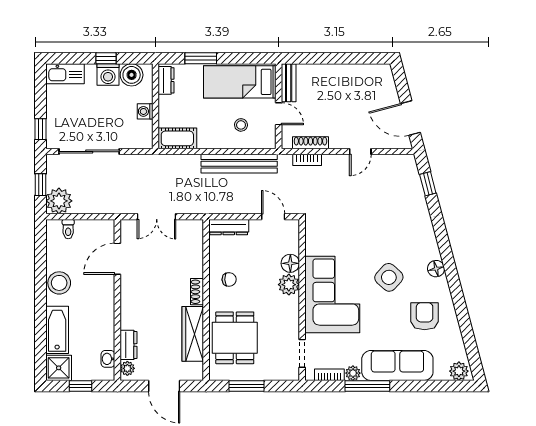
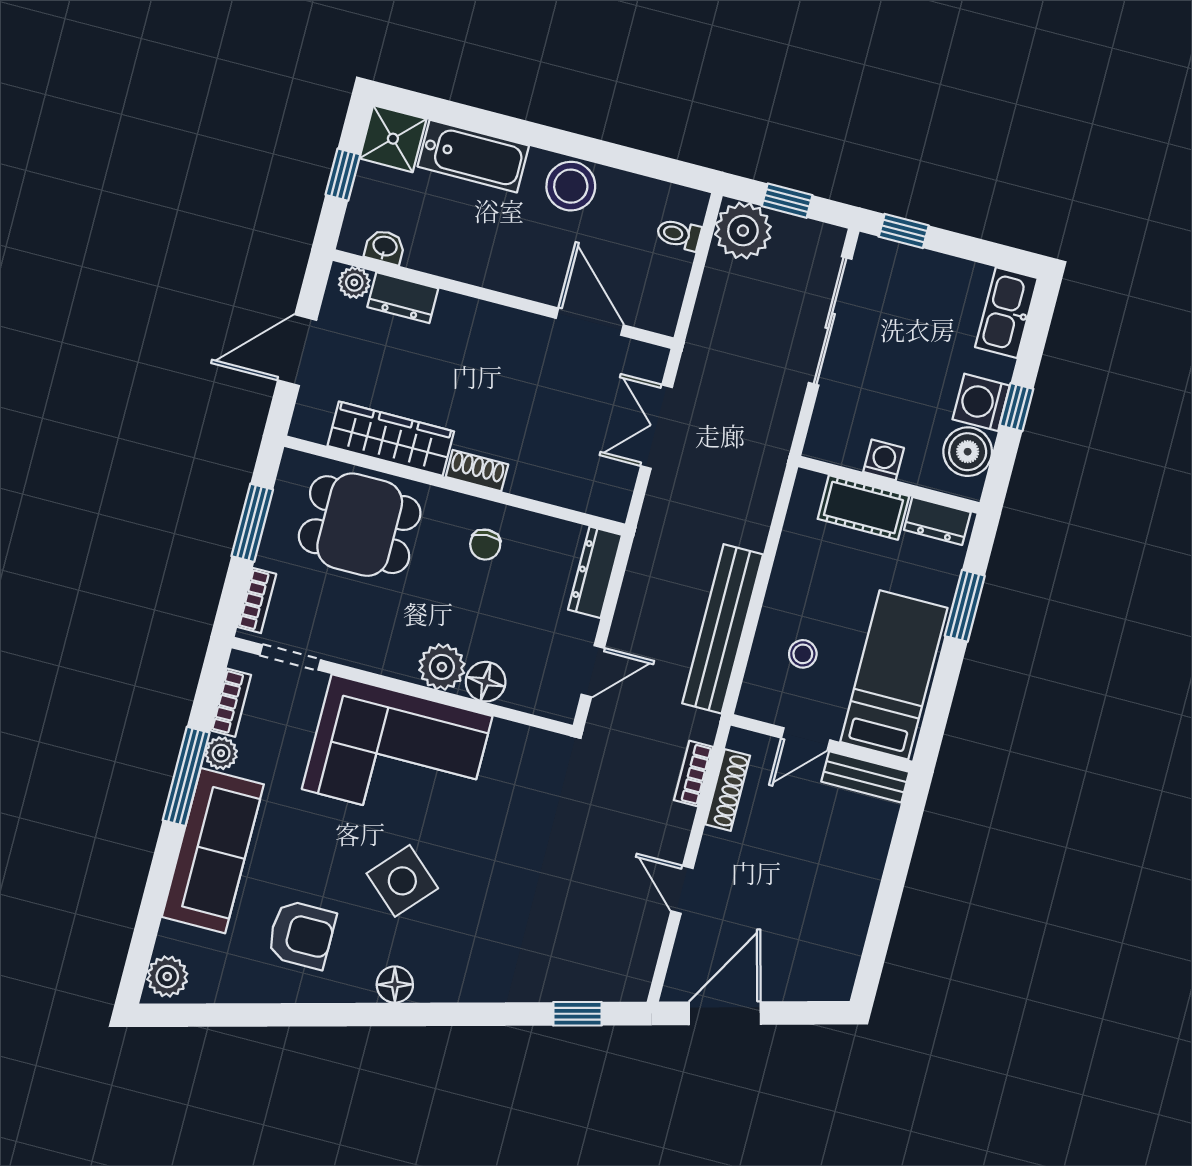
cot: (177, 138) -> (863, 508), moved, turned 90
bookcase: (281, 375) -> (257, 600), added

